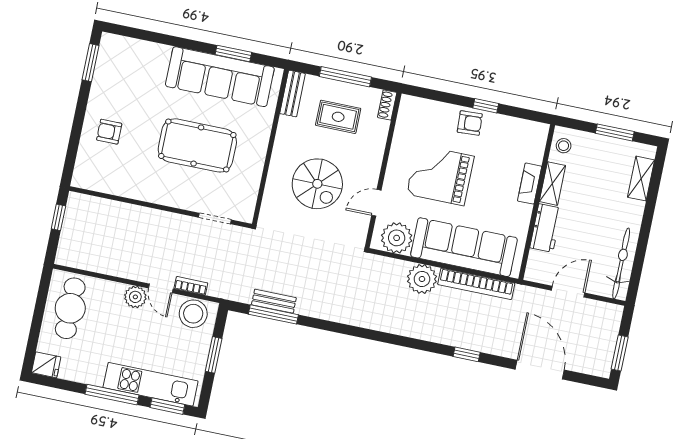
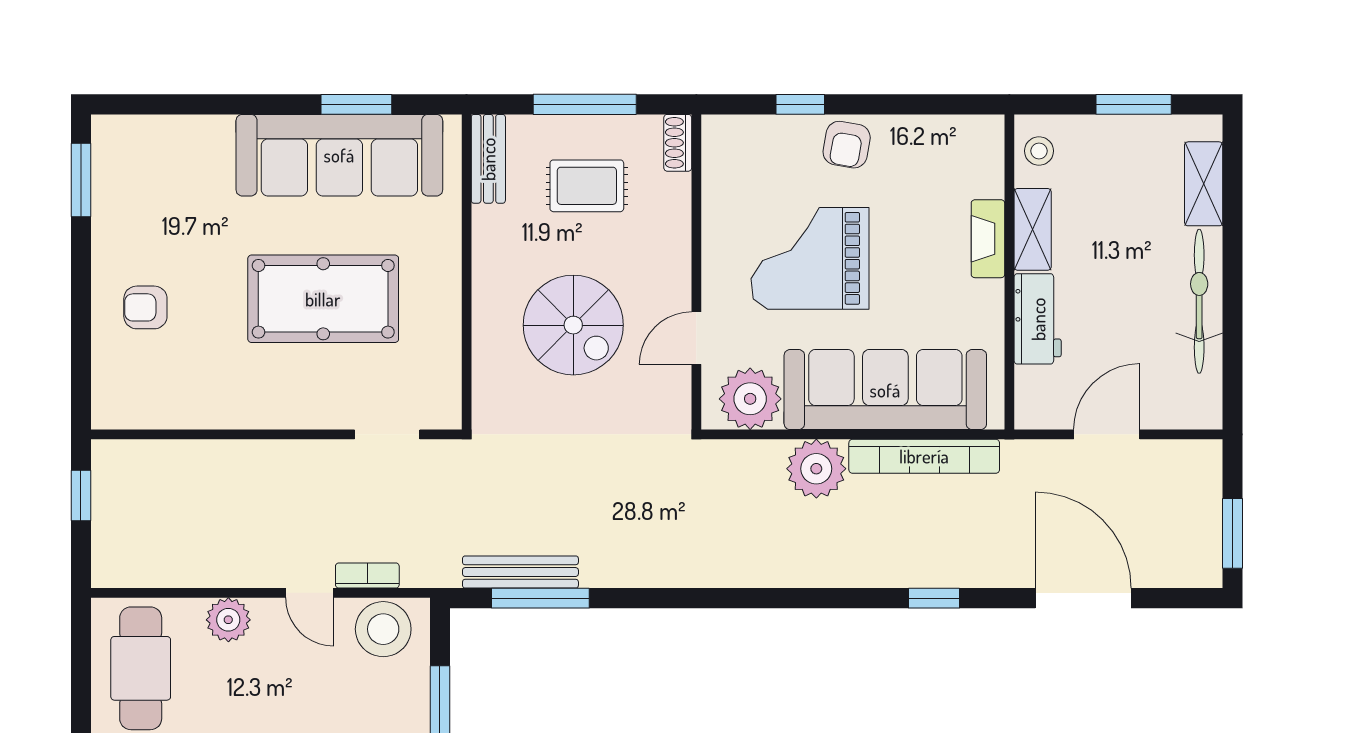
window: (486, 106) -> (800, 104), moved
armchair: (470, 123) -> (847, 145), turned 103
bicycle: (621, 263) -> (1199, 301), moved
plant: (135, 297) -> (228, 620), moved
bench: (274, 301) -> (520, 572), width x1.36

